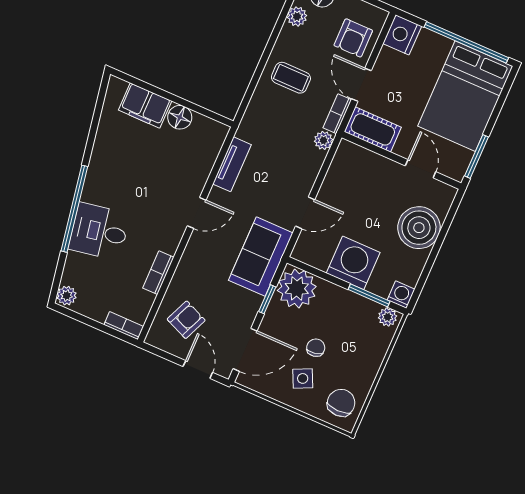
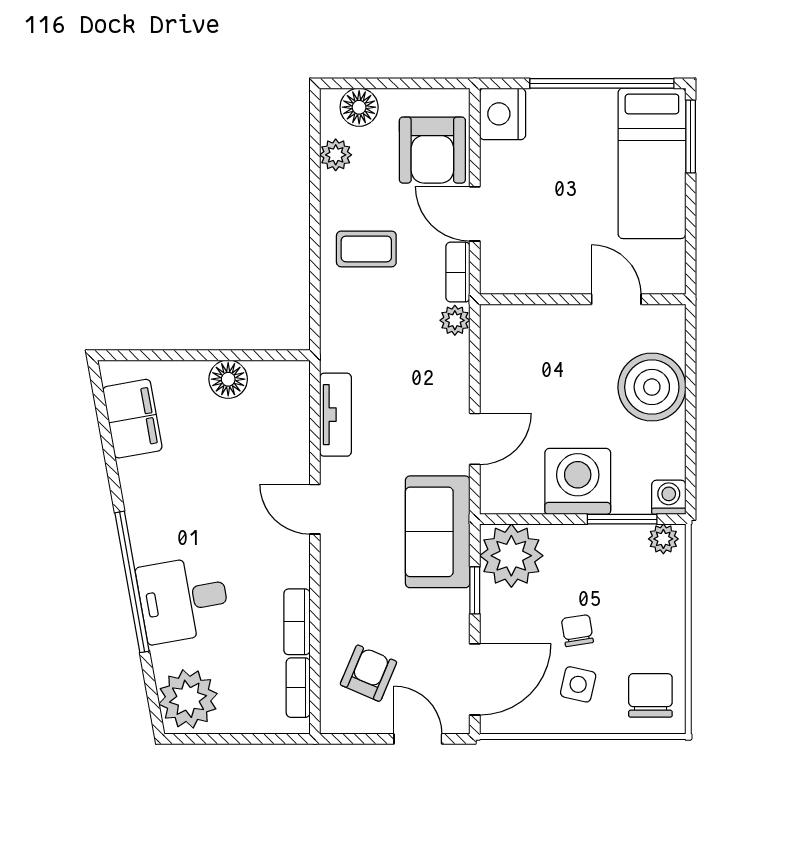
armchair: (353, 38) -> (432, 150), width x1.38, depth x1.38
bed: (465, 96) -> (652, 163), width x0.67
filing cabinet: (145, 106) -> (132, 419), moved, turned -100
cot: (373, 129) -> (520, 272), removed
window: (476, 156) -> (691, 136), moved
door: (197, 213) -> (315, 509), swing flipped
plant: (67, 296) -> (188, 699), width x1.88, depth x1.88
bookcase: (124, 326) -> (298, 688), moved, turned -90
side table: (303, 378) -> (578, 684), turned 38

